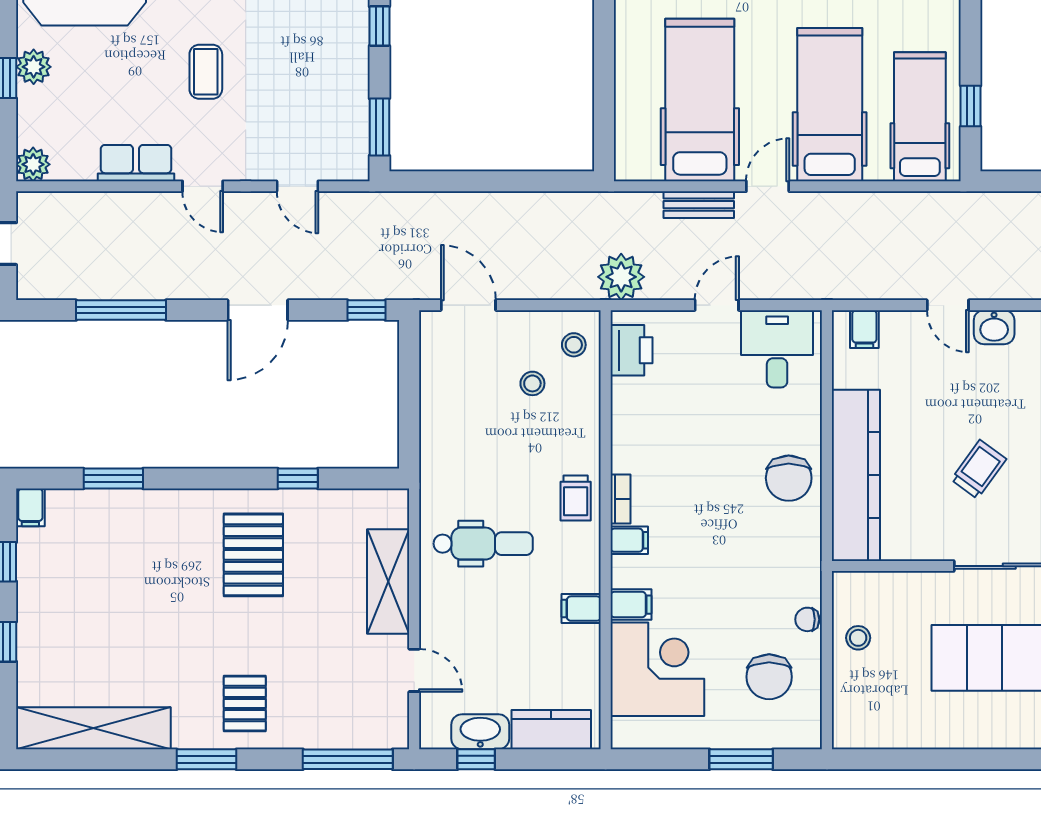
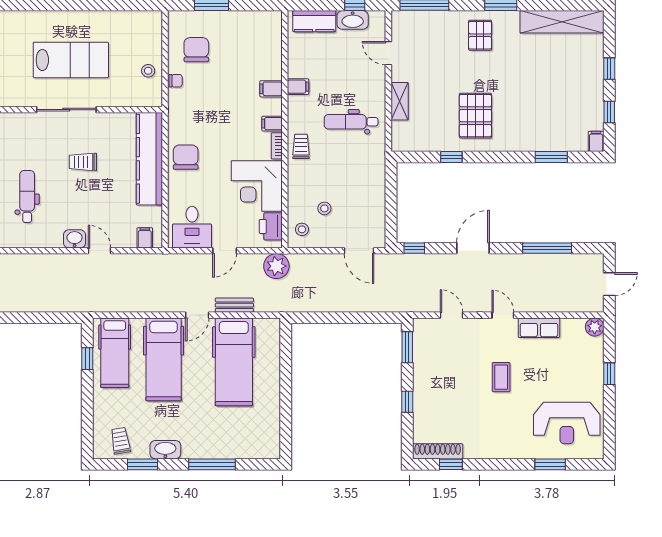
plant: (34, 67) -> (594, 380), removed
trolley: (979, 469) -> (83, 162), turned 54
shelving: (388, 581) -> (400, 101), width x0.67, depth x0.75
corner desk: (657, 669) -> (257, 186), moved

